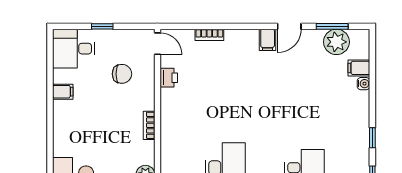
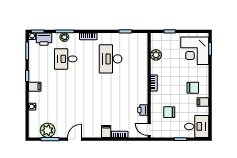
filing cabinet: (268, 40) -> (106, 131), moved
filing cabinet: (359, 68) -> (35, 87), moved
chair: (80, 117) -> (193, 88), added

